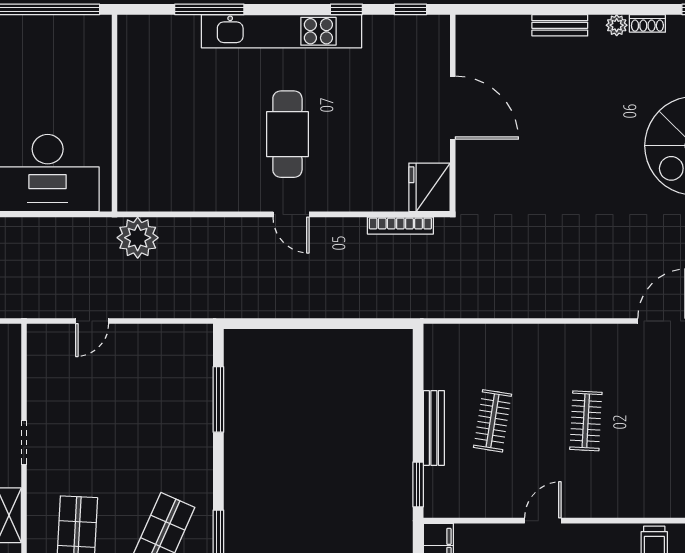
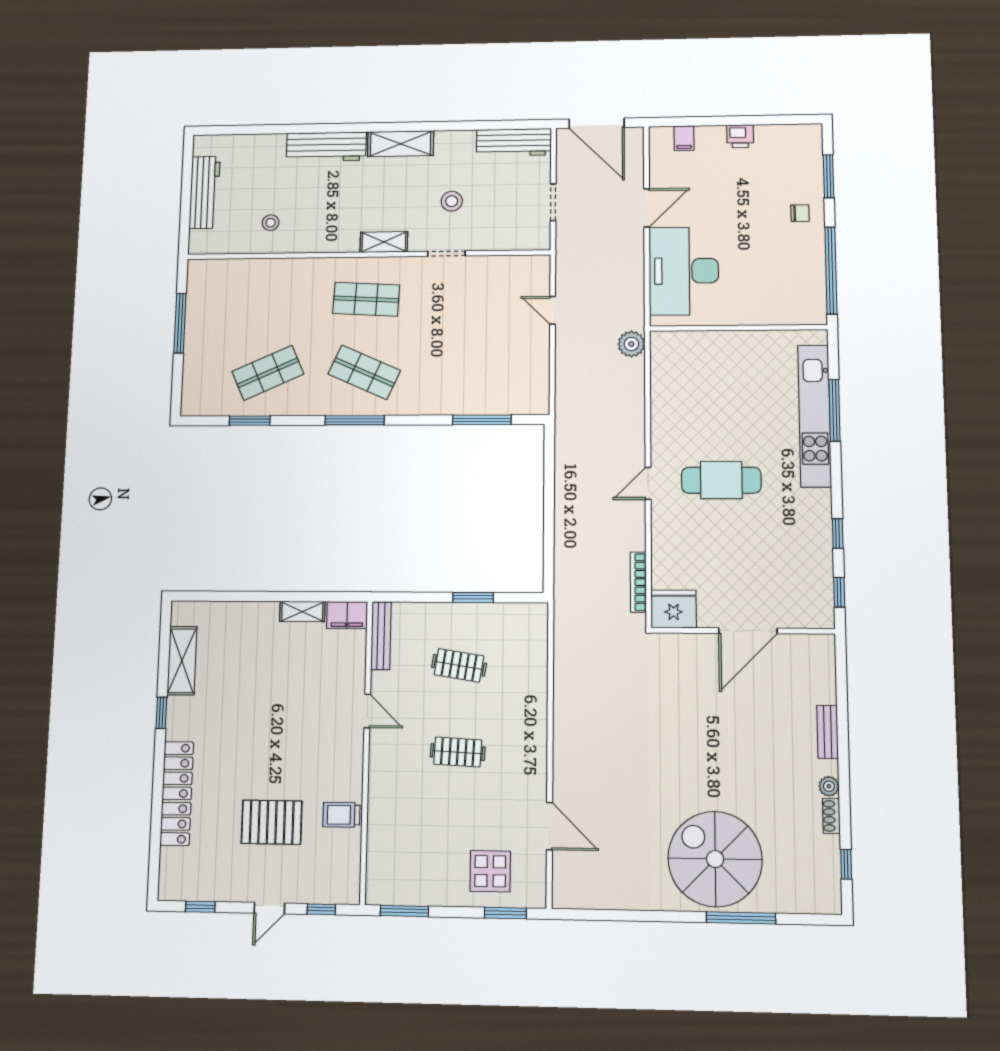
kitchen unit: (282, 31) -> (815, 416), moved
plant: (138, 238) -> (631, 344), width x0.73, depth x0.73
bench: (434, 428) -> (381, 636), moved, turned 90
window: (418, 484) -> (473, 597), moved

